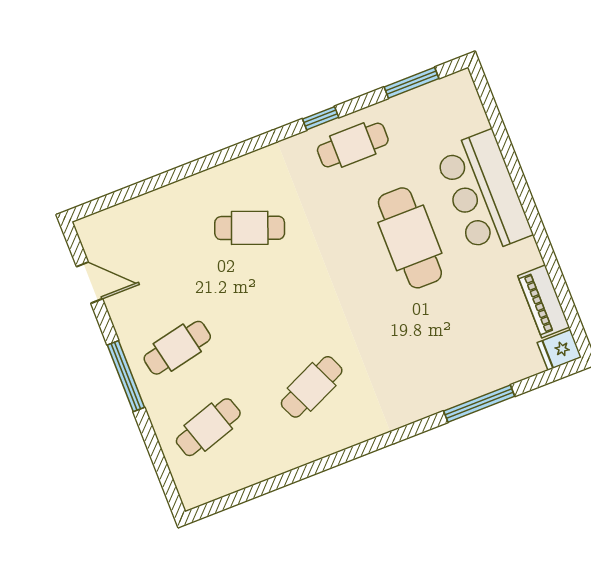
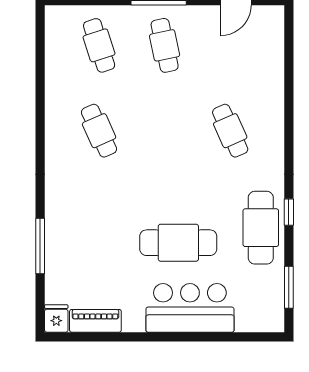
cafe table: (353, 145) -> (261, 228), width x1.37, depth x1.35
cafe table: (250, 228) -> (230, 131), turned -45

